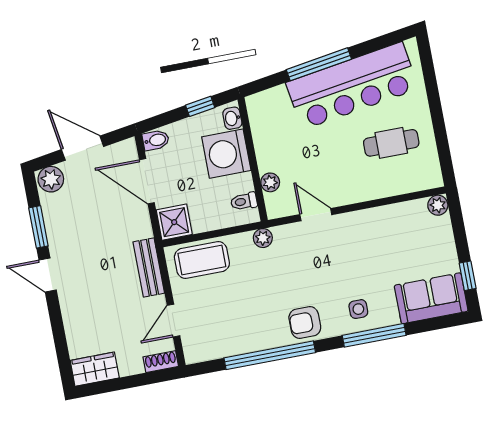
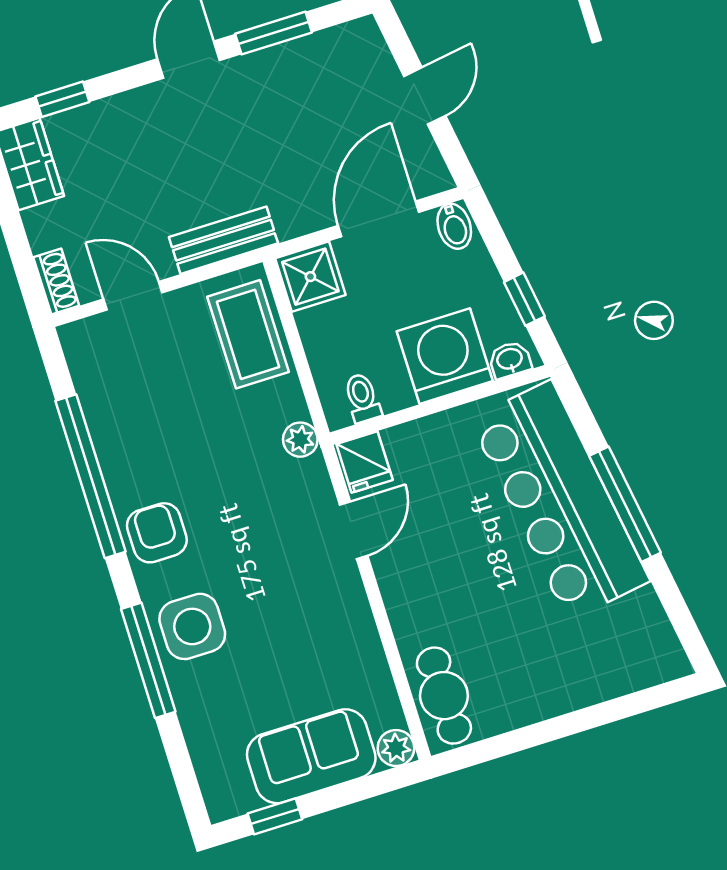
bar counter: (352, 86) -> (560, 500), moved
cafe table: (391, 143) -> (444, 696), moved
door: (83, 148) -> (425, 96), width x0.73
plant: (51, 179) -> (362, 45), removed
plant: (270, 182) -> (402, 441), removed
fridge: (279, 204) -> (365, 462), added
sofa: (431, 298) -> (311, 756), moved, turned -90
side table: (358, 309) -> (192, 626), width x1.87, depth x1.87
window: (61, 347) -> (62, 99), added

